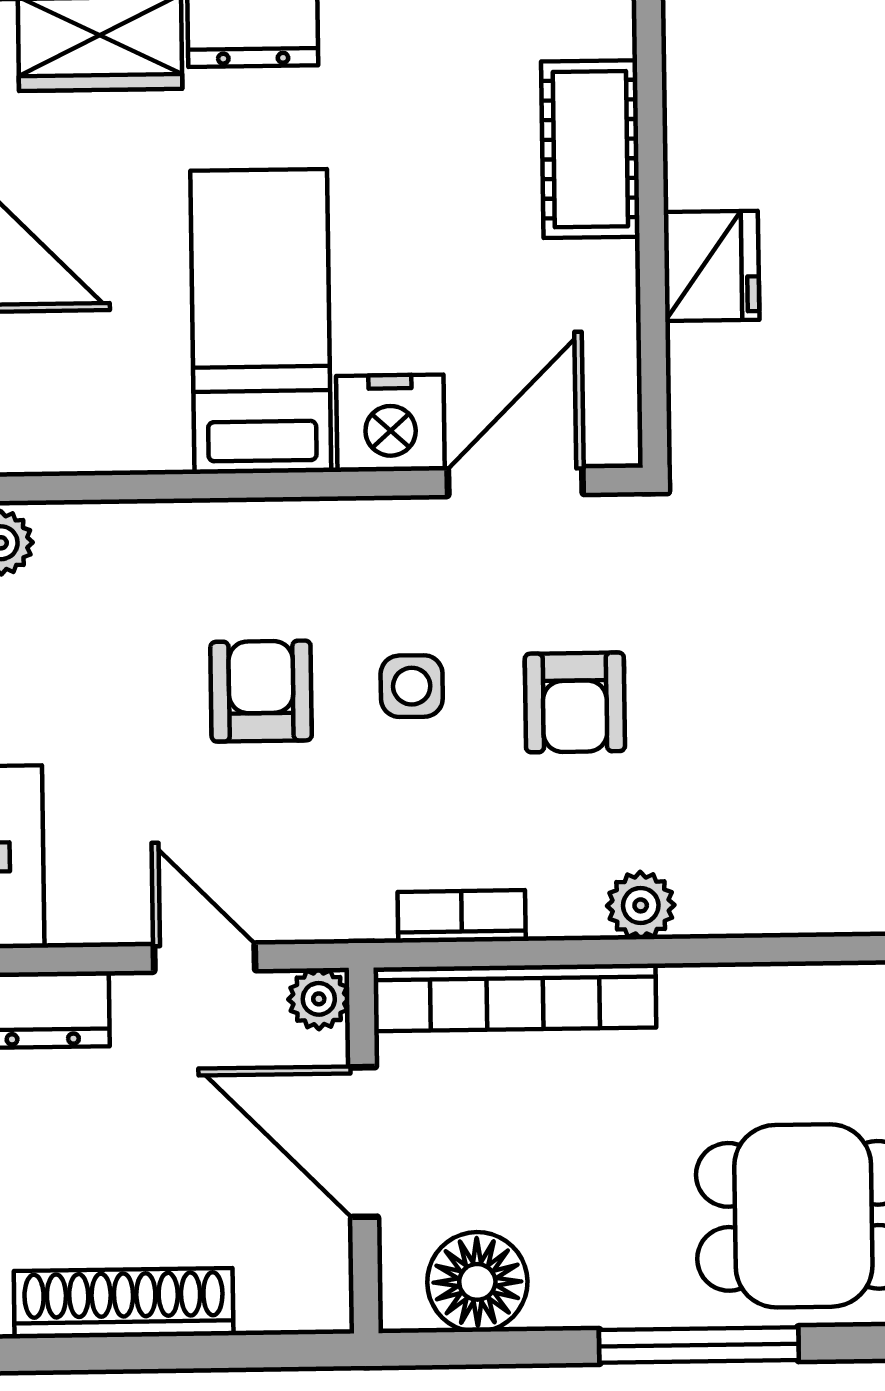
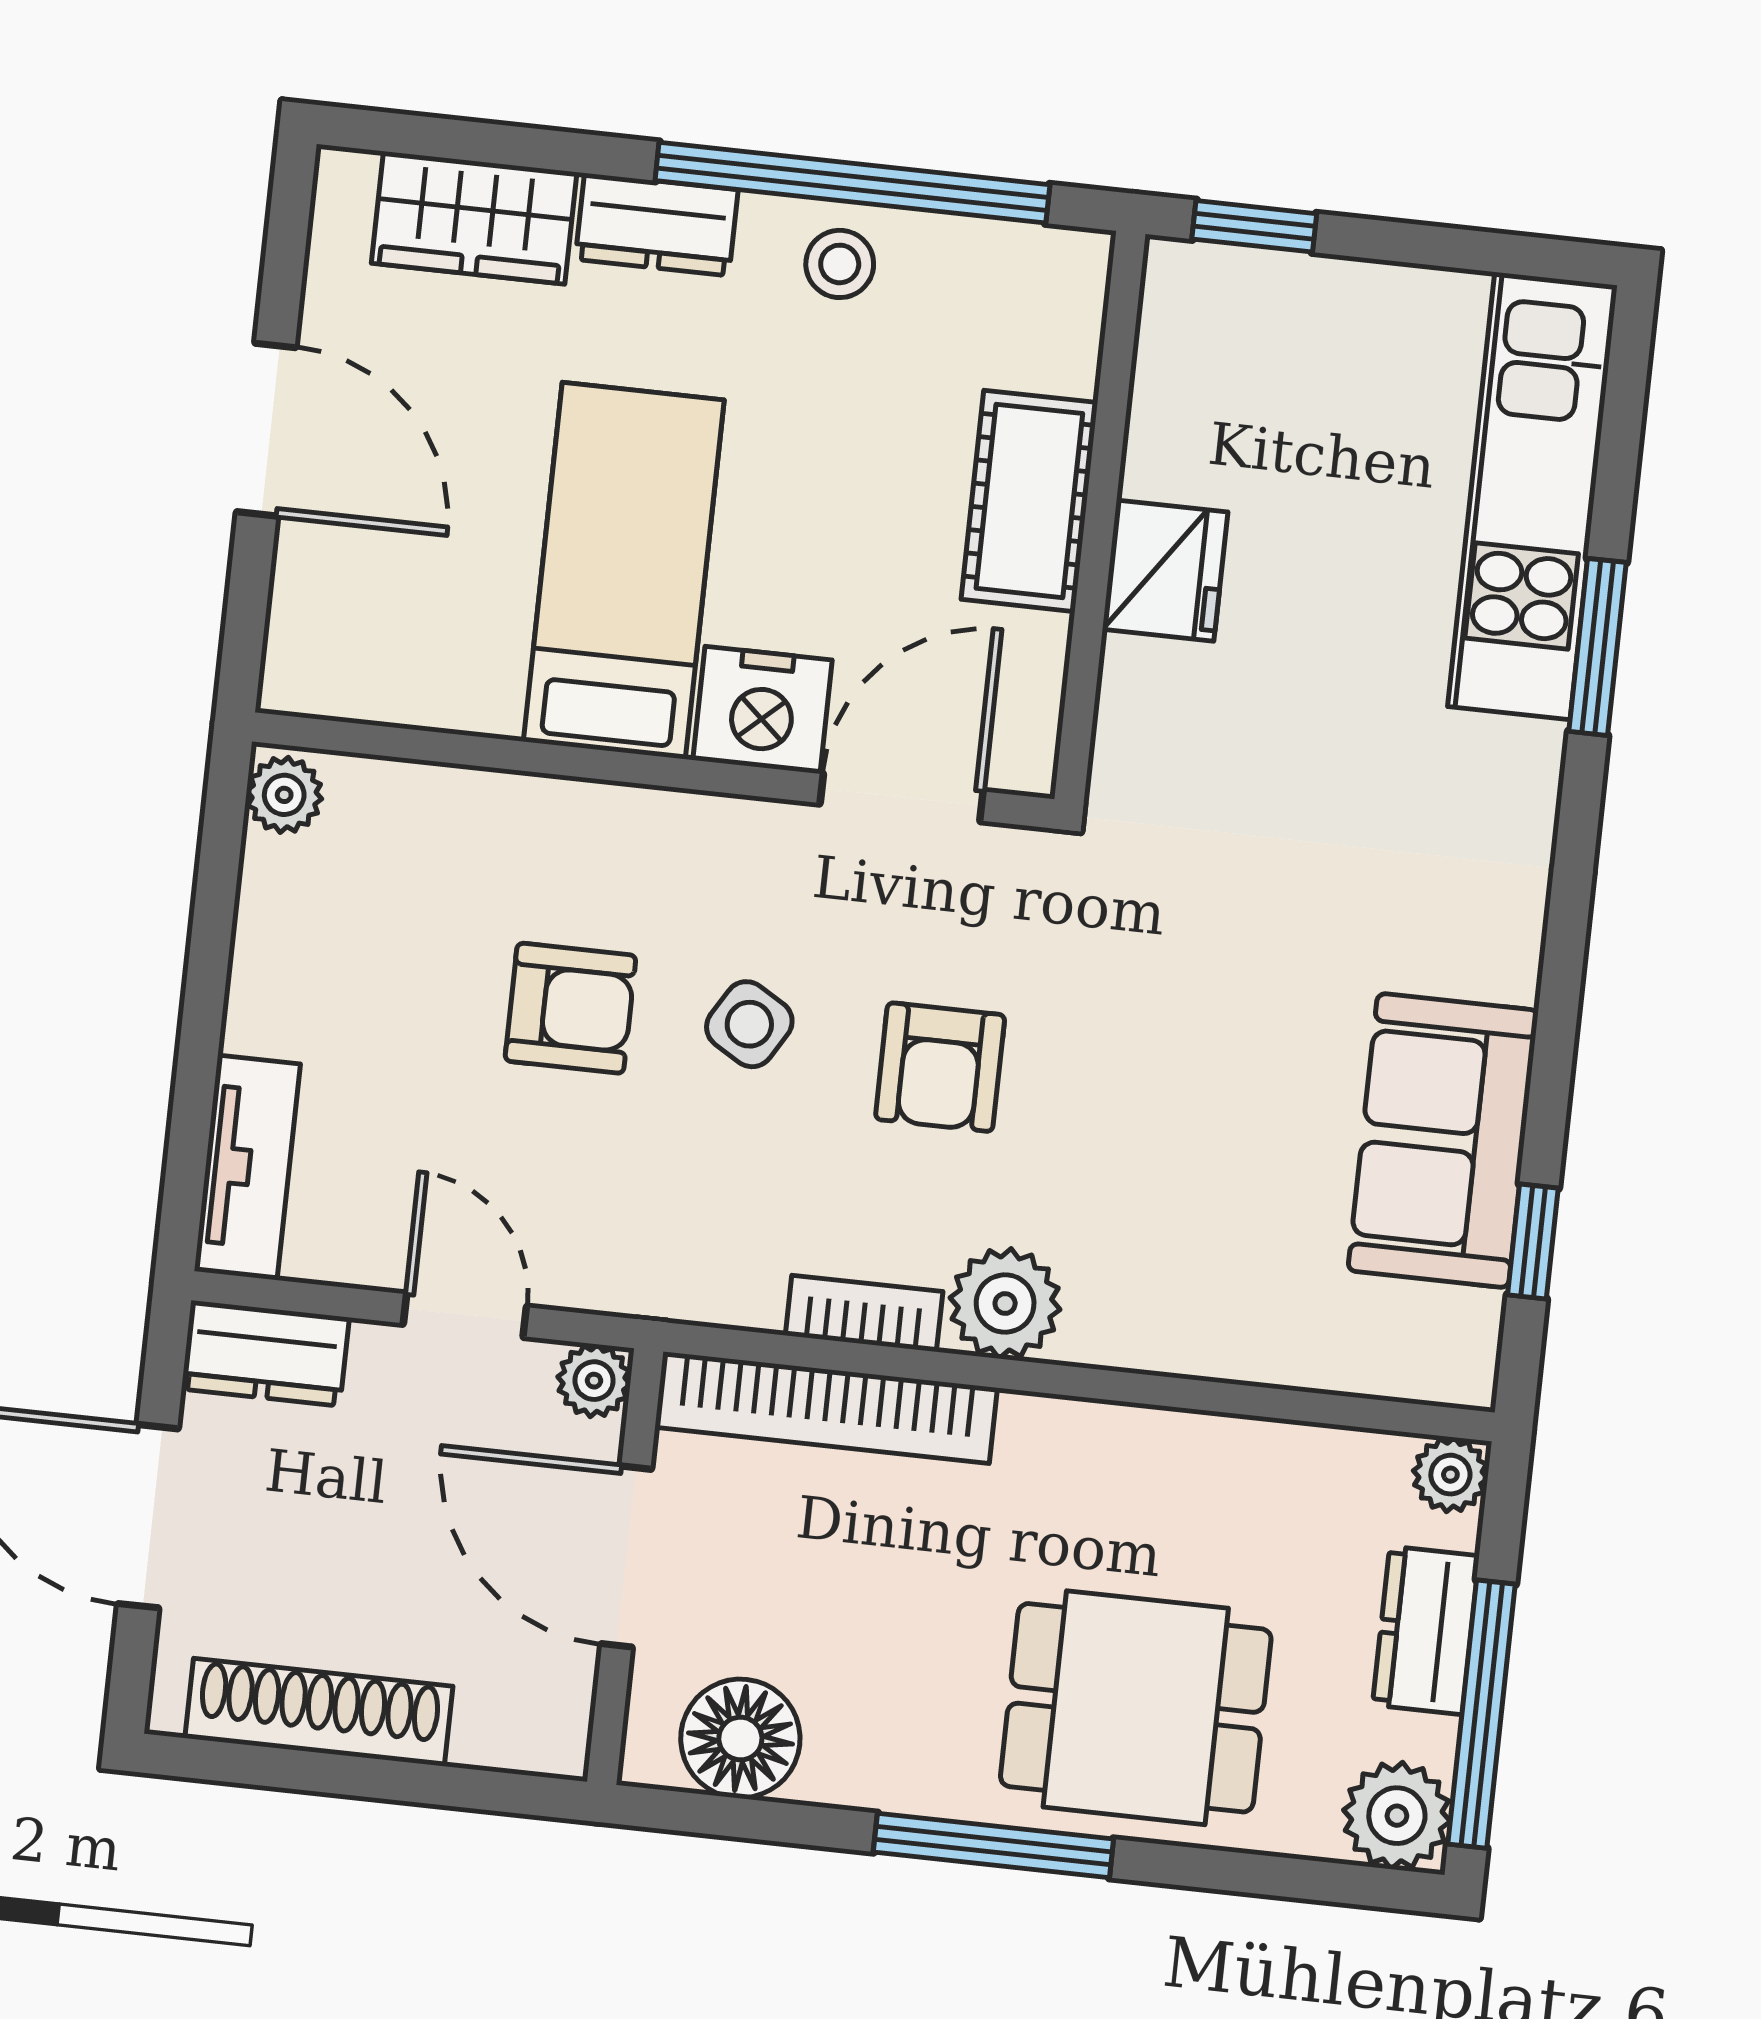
stool: (409, 44) -> (840, 264), added
cot: (590, 149) -> (1029, 501), moved
side table: (412, 686) -> (749, 1024), turned 31
armchair: (261, 691) -> (570, 1008), turned 90
plant: (641, 905) -> (1005, 1304), width x1.38, depth x1.38
bookcase: (462, 916) -> (864, 1313), moved

